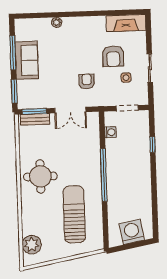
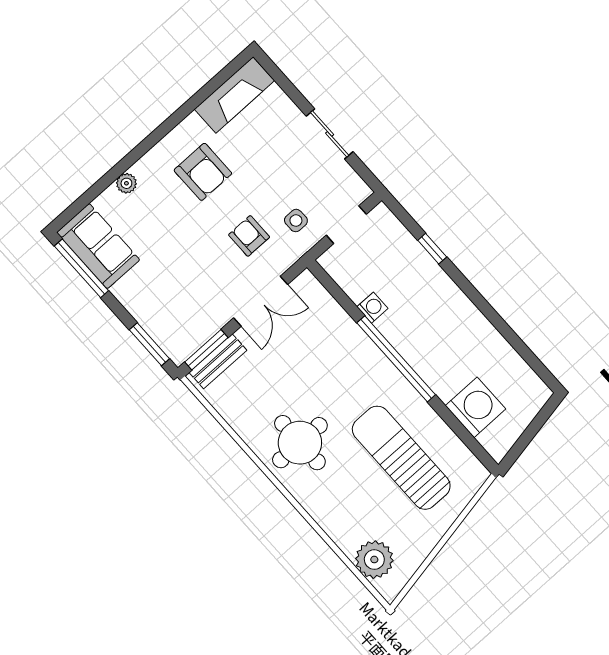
window: (13, 53) -> (81, 268), moved
armchair: (113, 56) -> (203, 172), moved
sofa: (27, 60) -> (98, 246), moved
side table: (126, 78) -> (296, 221), moved
washing machine: (110, 132) -> (372, 308), moved
washing machine: (132, 232) -> (476, 407), moved, turned 101

